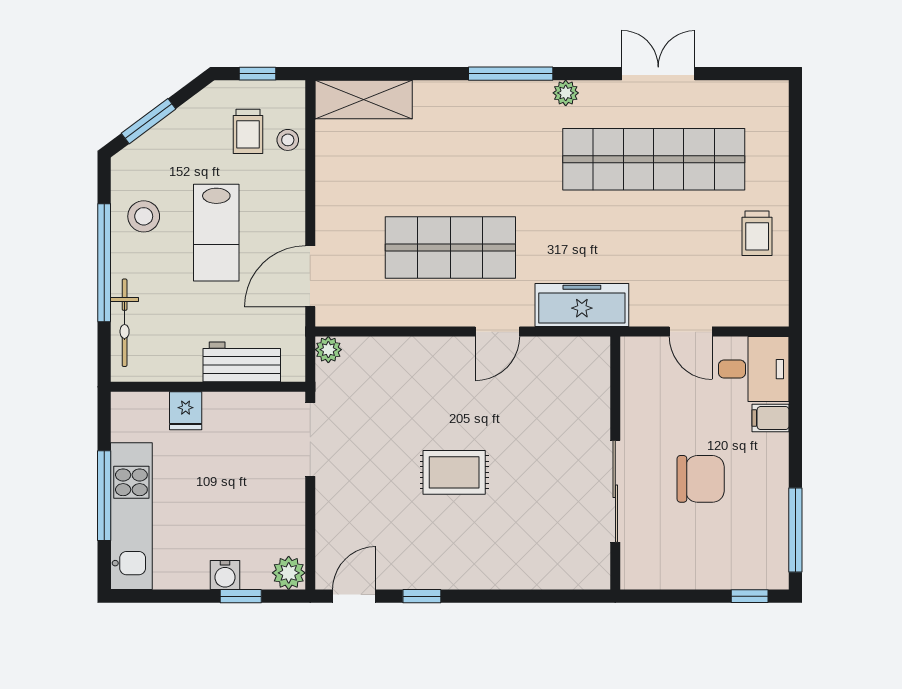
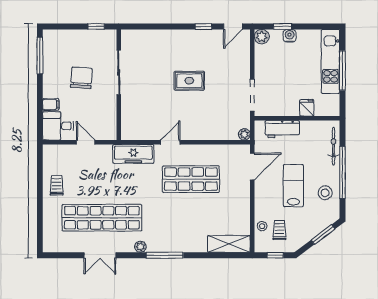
chair: (701, 479) -> (81, 78), turned 94
window: (750, 596) -> (96, 27), moved

